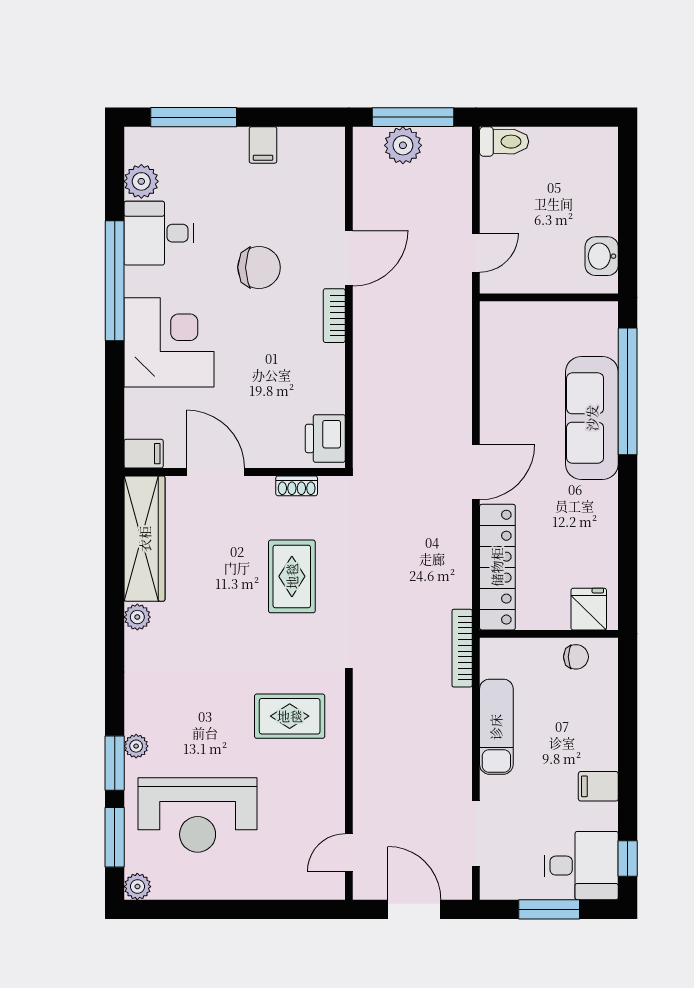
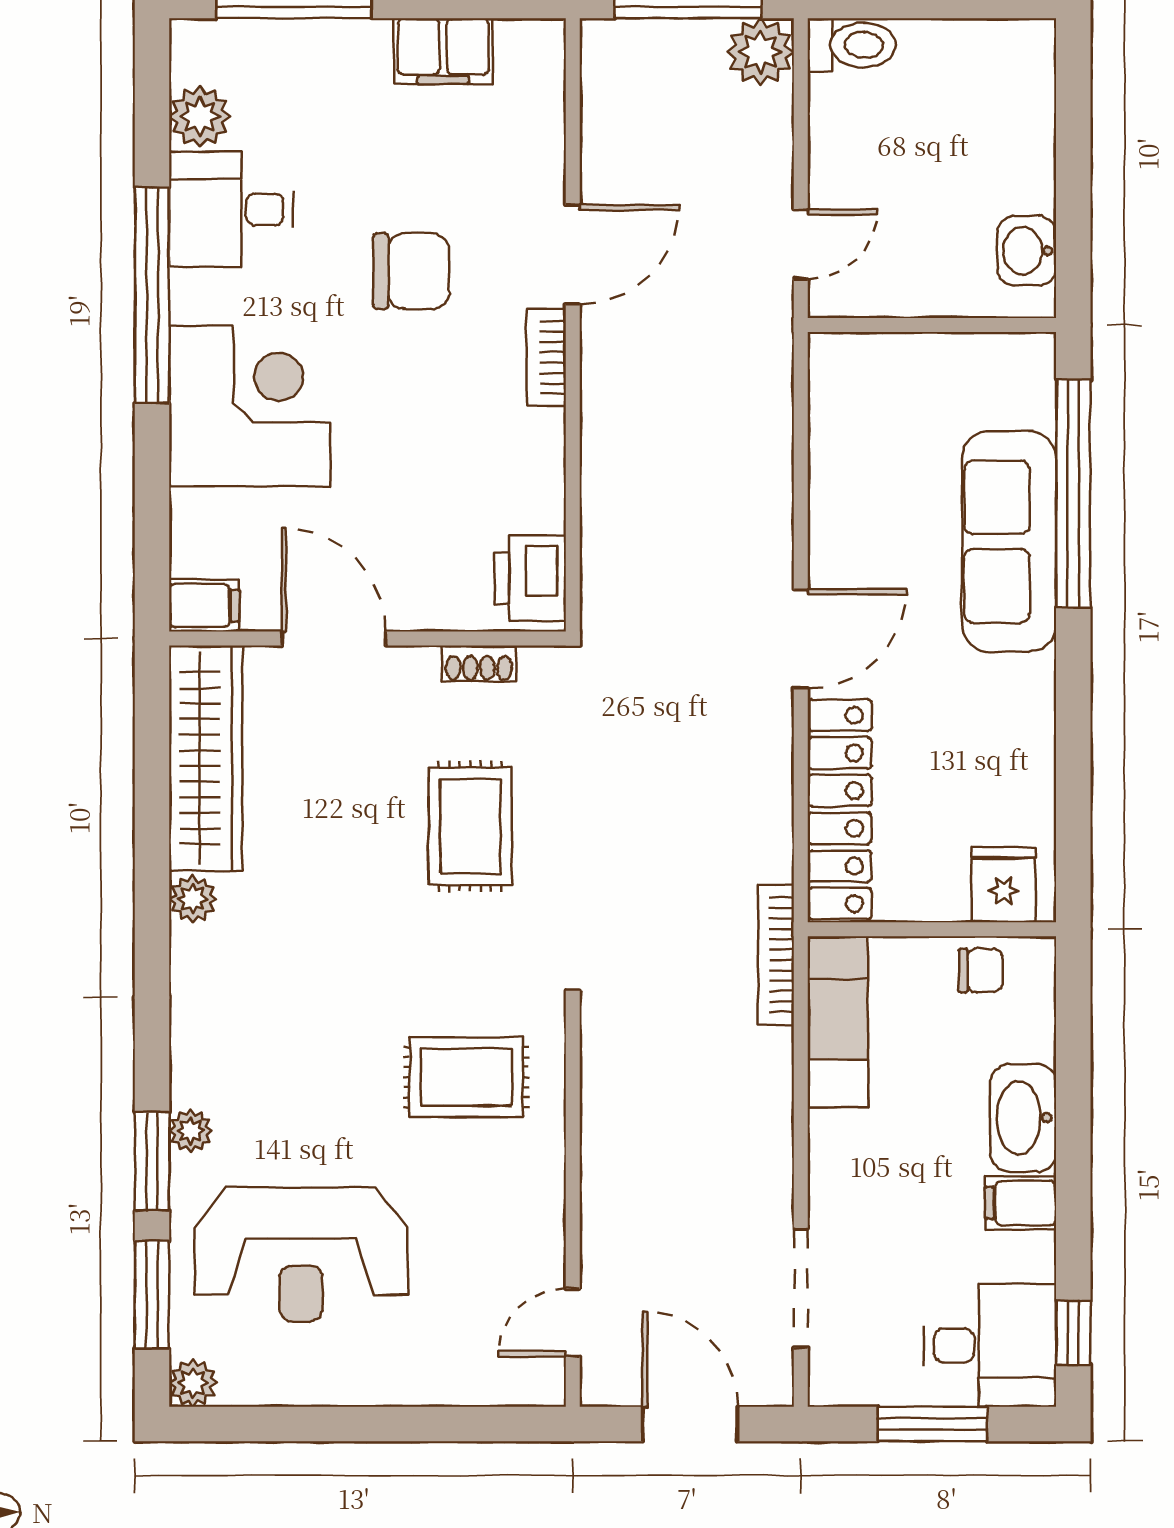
filing cabinet: (263, 145) -> (443, 51), width x2.00
plant: (403, 145) -> (760, 52), moved
exam couch: (496, 727) -> (838, 1022), moved
washbasin: (600, 739) -> (1023, 1118), added

